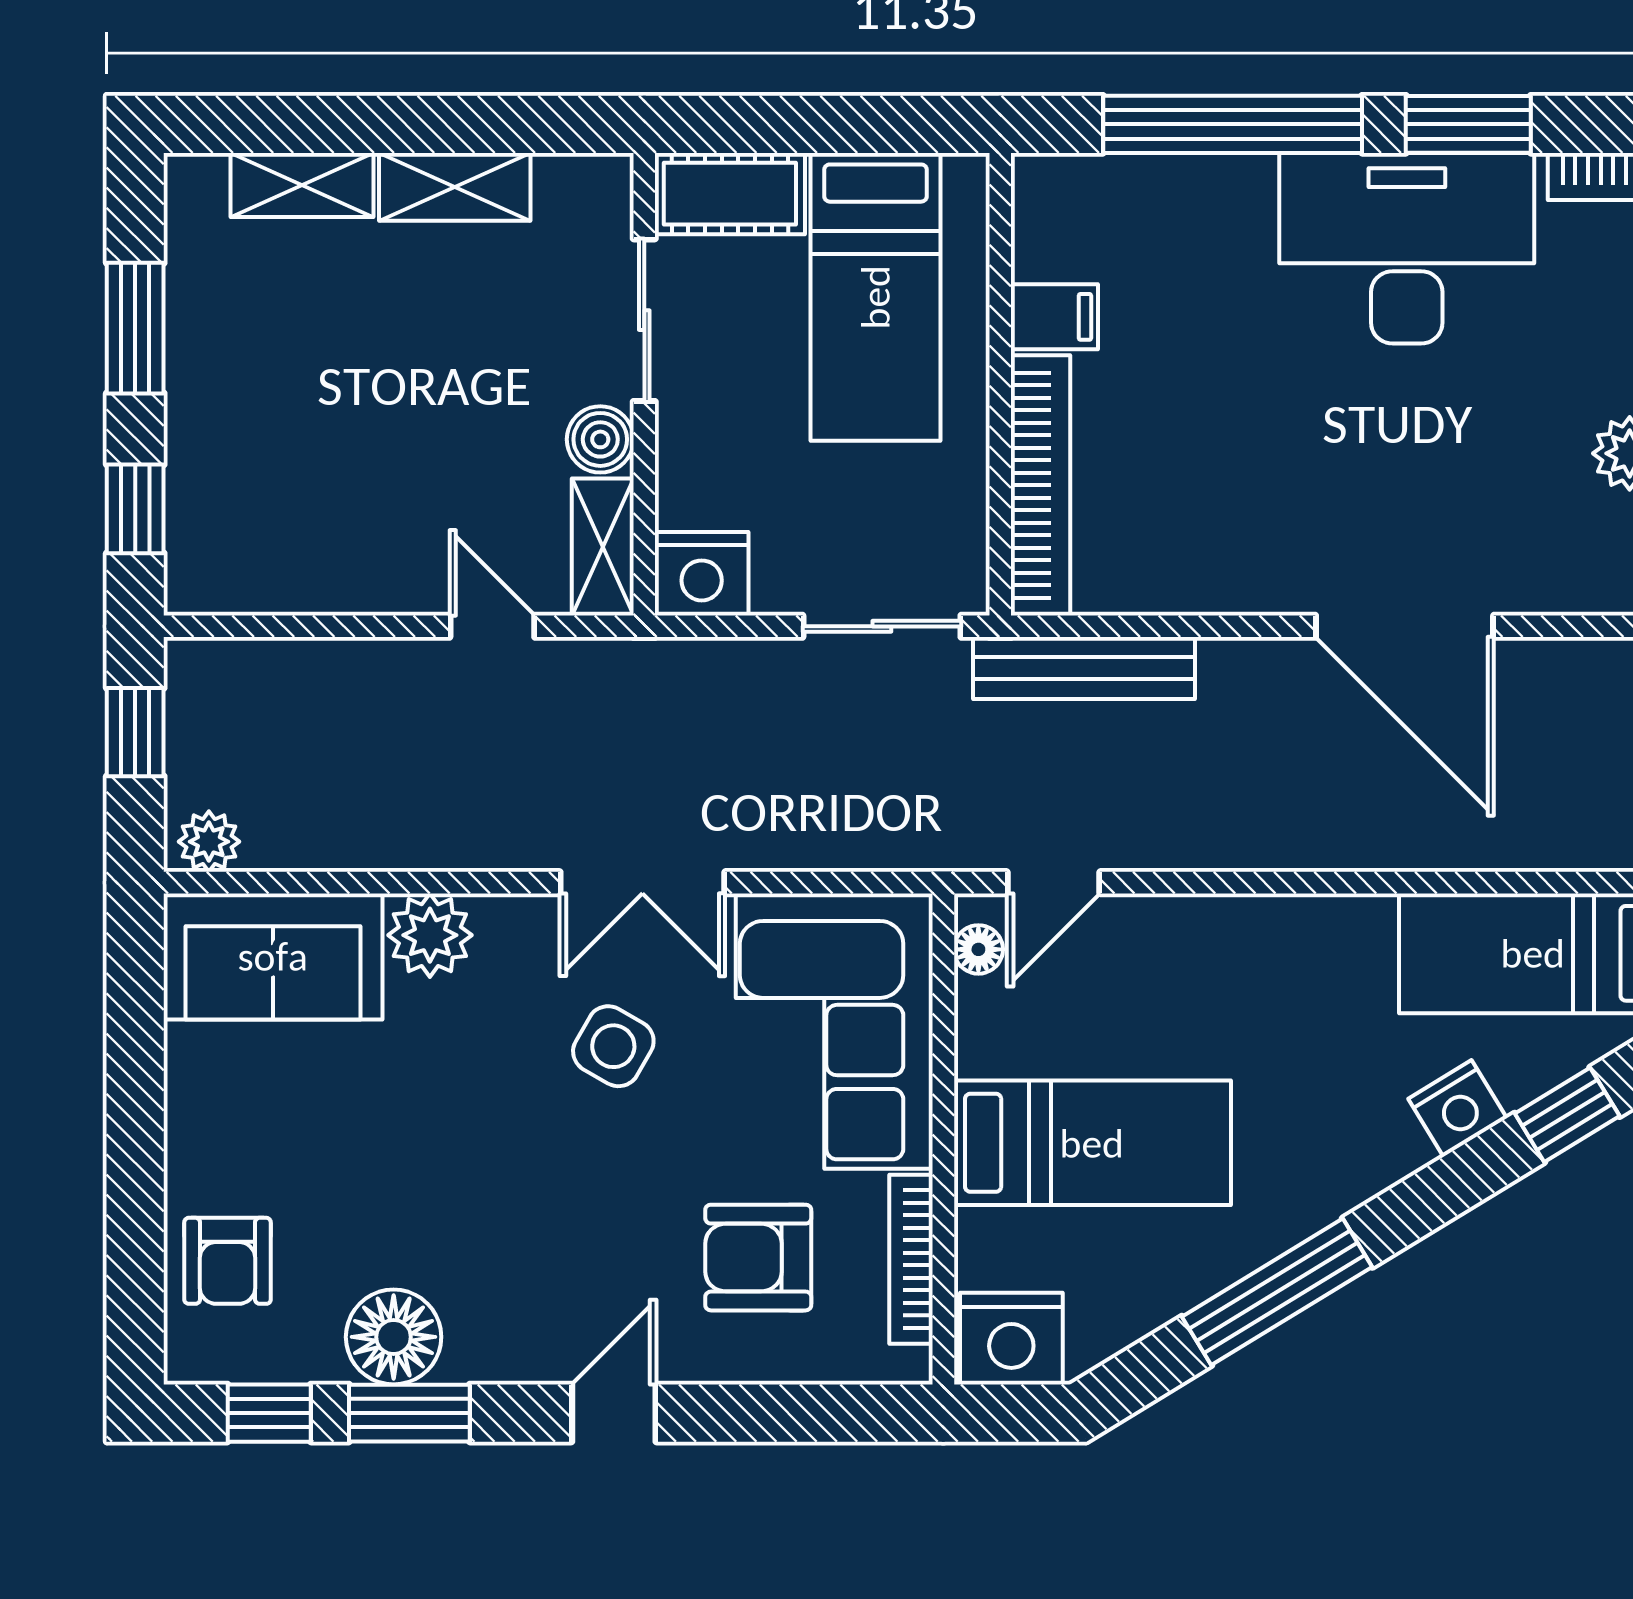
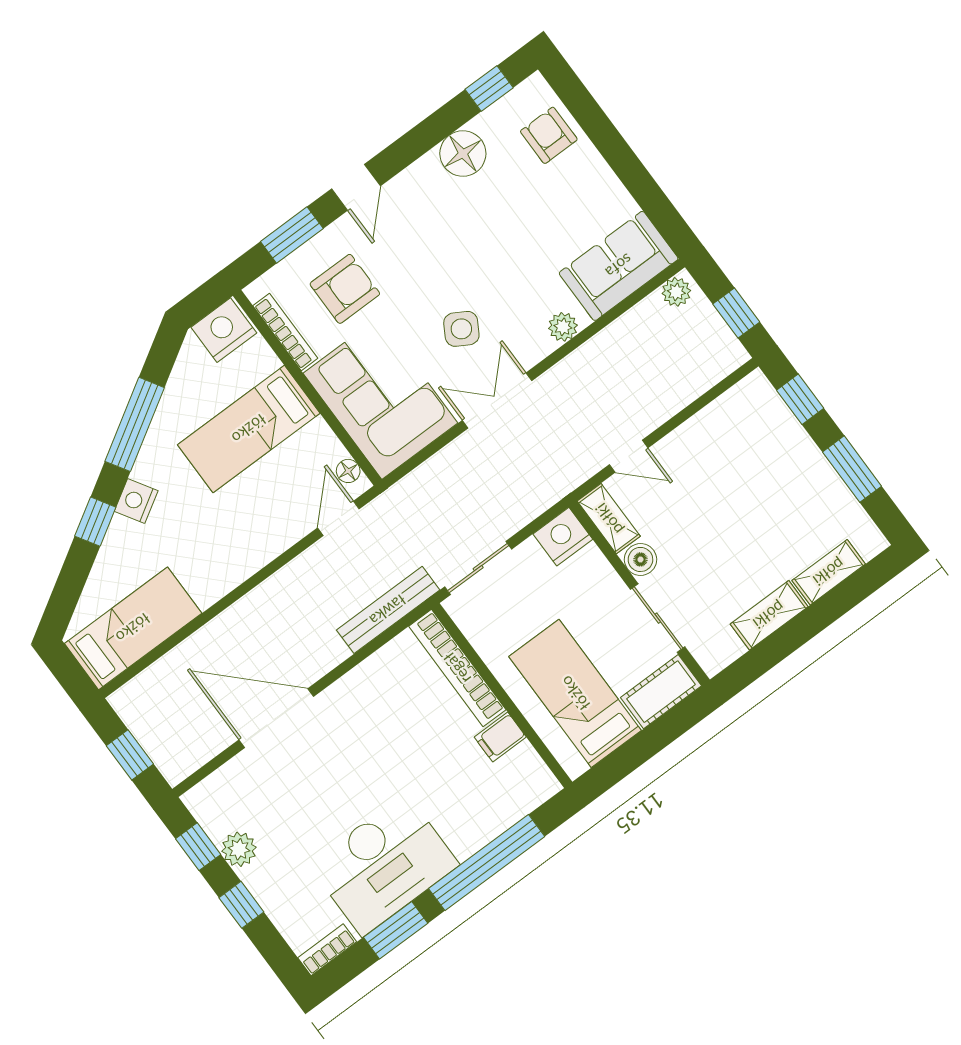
plant: (430, 935) -> (563, 327), width x0.73, depth x0.73
nightstand: (1458, 1108) -> (136, 501), moved
window: (1567, 1115) -> (95, 522), moved
window: (409, 1413) -> (292, 235), moved

